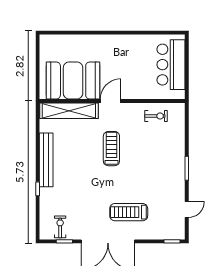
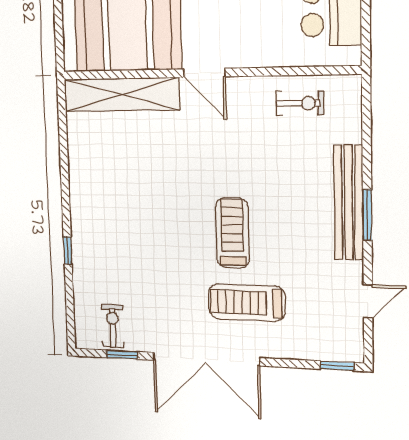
door: (111, 101) -> (204, 73), swing flipped
treadmill: (111, 149) -> (232, 233), moved
bench: (46, 160) -> (349, 203), moved

